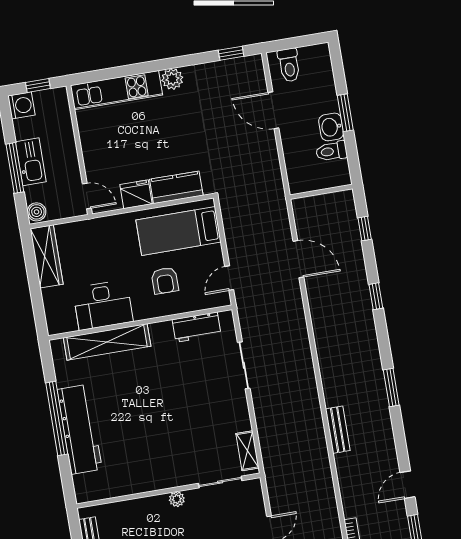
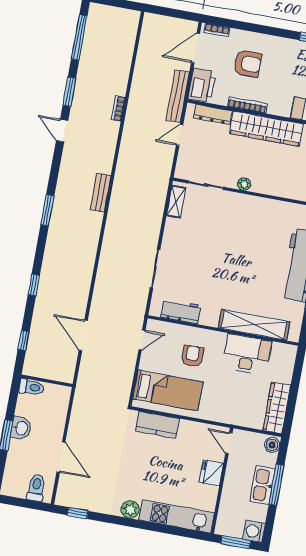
window: (38, 86) -> (236, 542), width x1.50
toilet: (331, 151) -> (32, 387), moved
fridge: (136, 194) -> (211, 473), moved, turned 90
door: (407, 485) -> (62, 131), swing flipped

